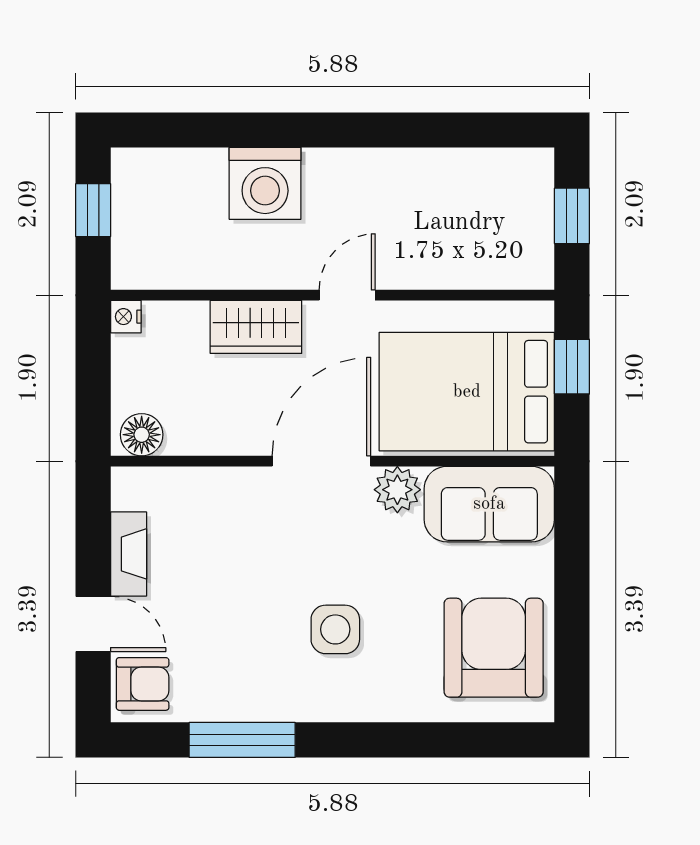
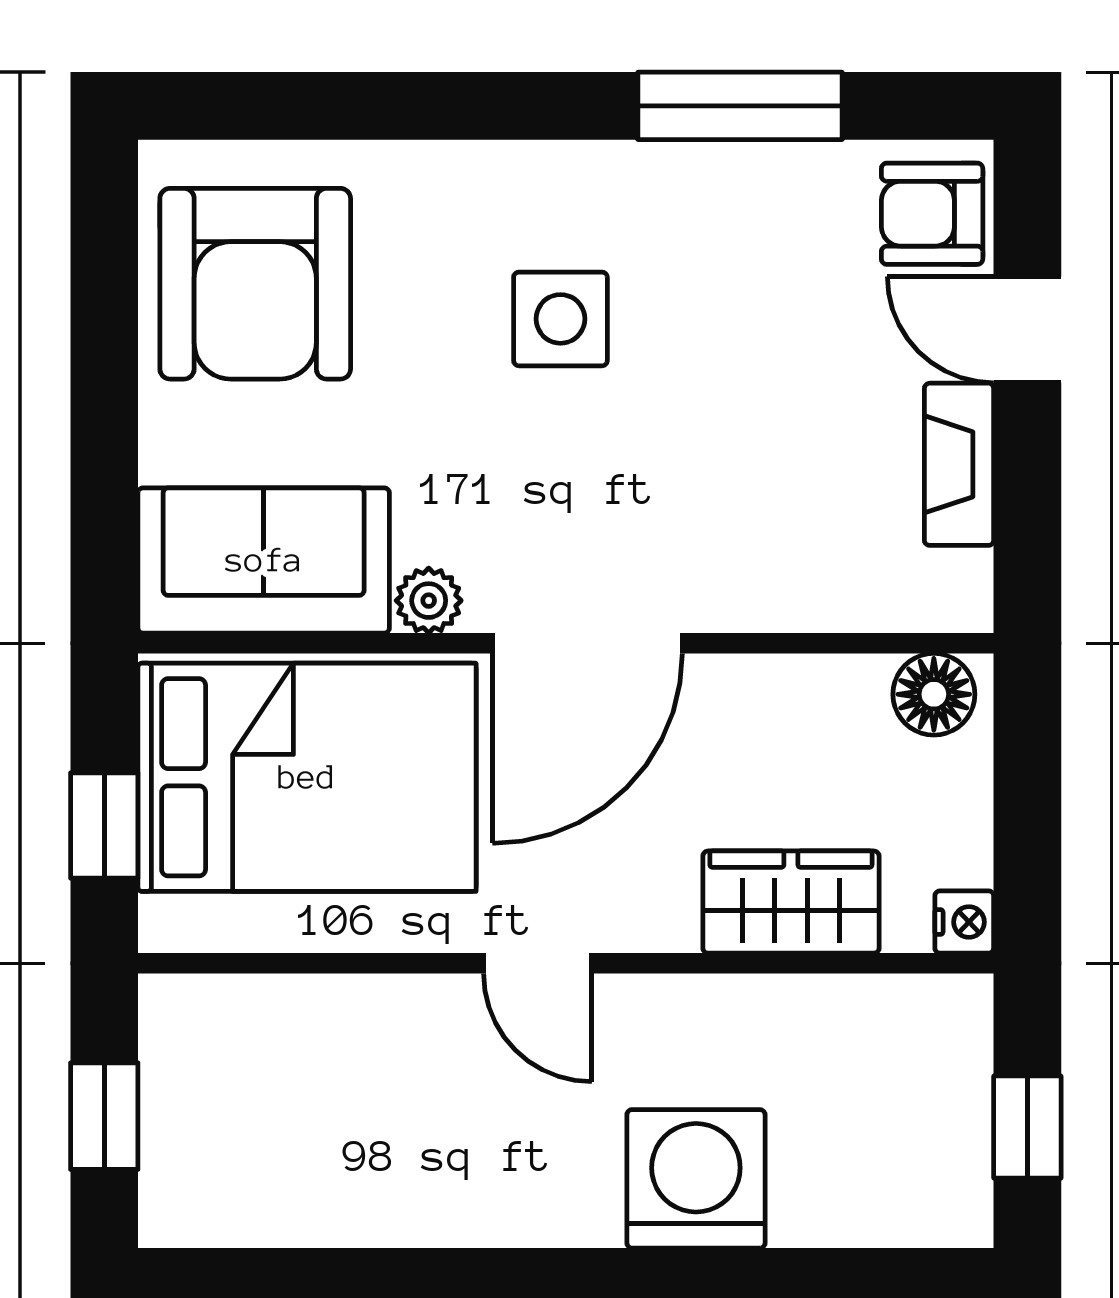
door: (347, 295) -> (538, 963), hinge flipped
wardrobe: (256, 327) -> (791, 902), moved
plant: (397, 490) -> (429, 601), width x0.73, depth x0.73

